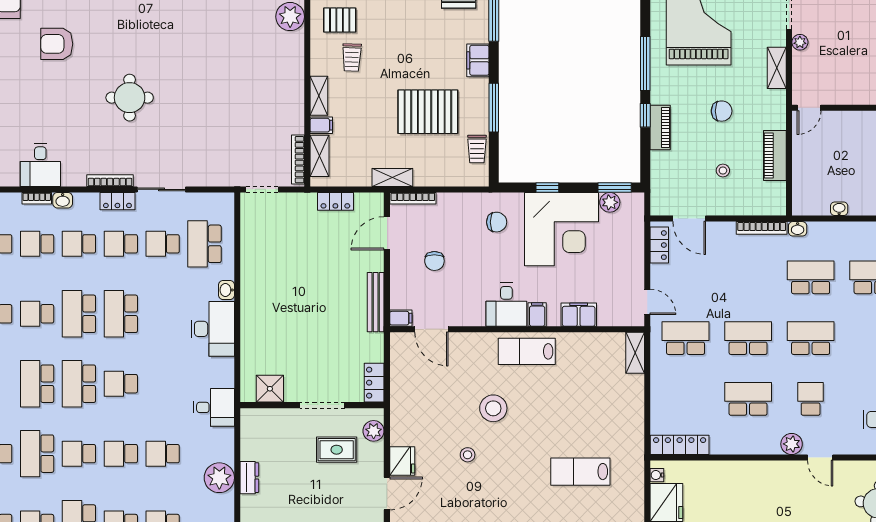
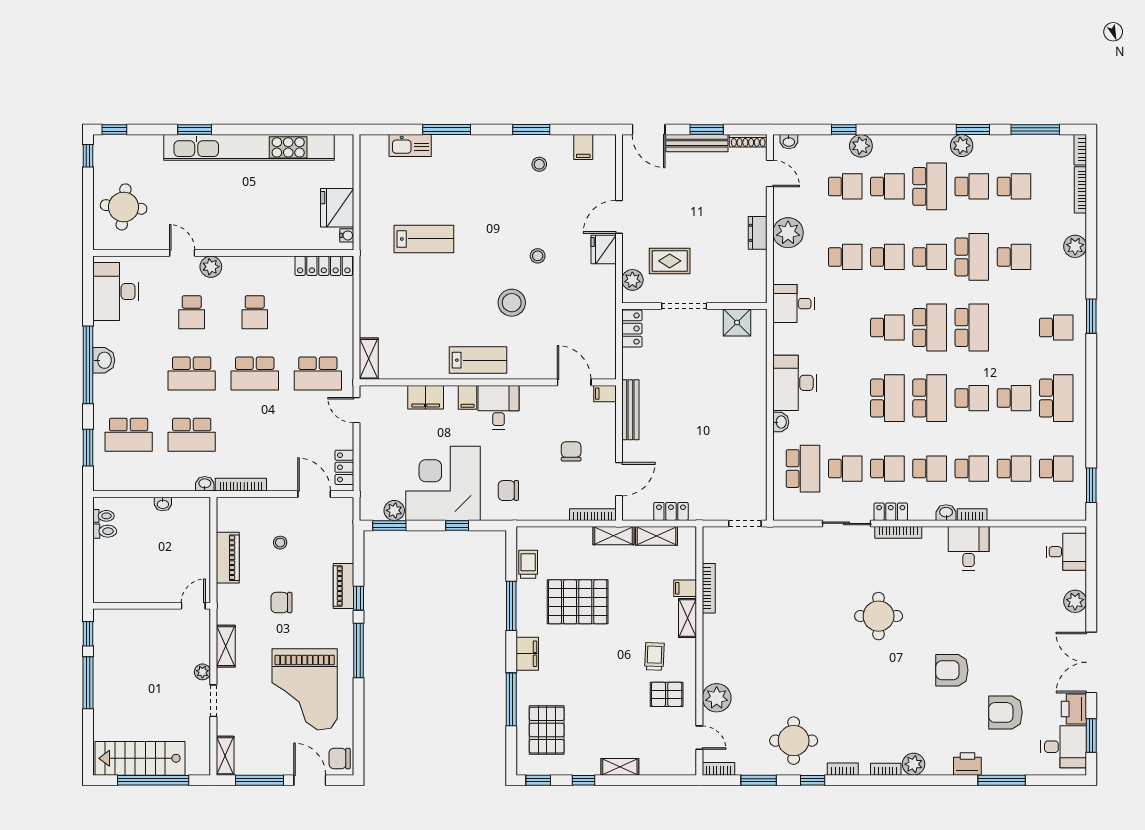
armchair: (57, 44) -> (952, 670), turned 180
shelving: (319, 156) -> (657, 536), moved, turned 90
bookcase: (298, 160) -> (709, 588), moved
school desk: (748, 399) -> (255, 312), width x0.54

